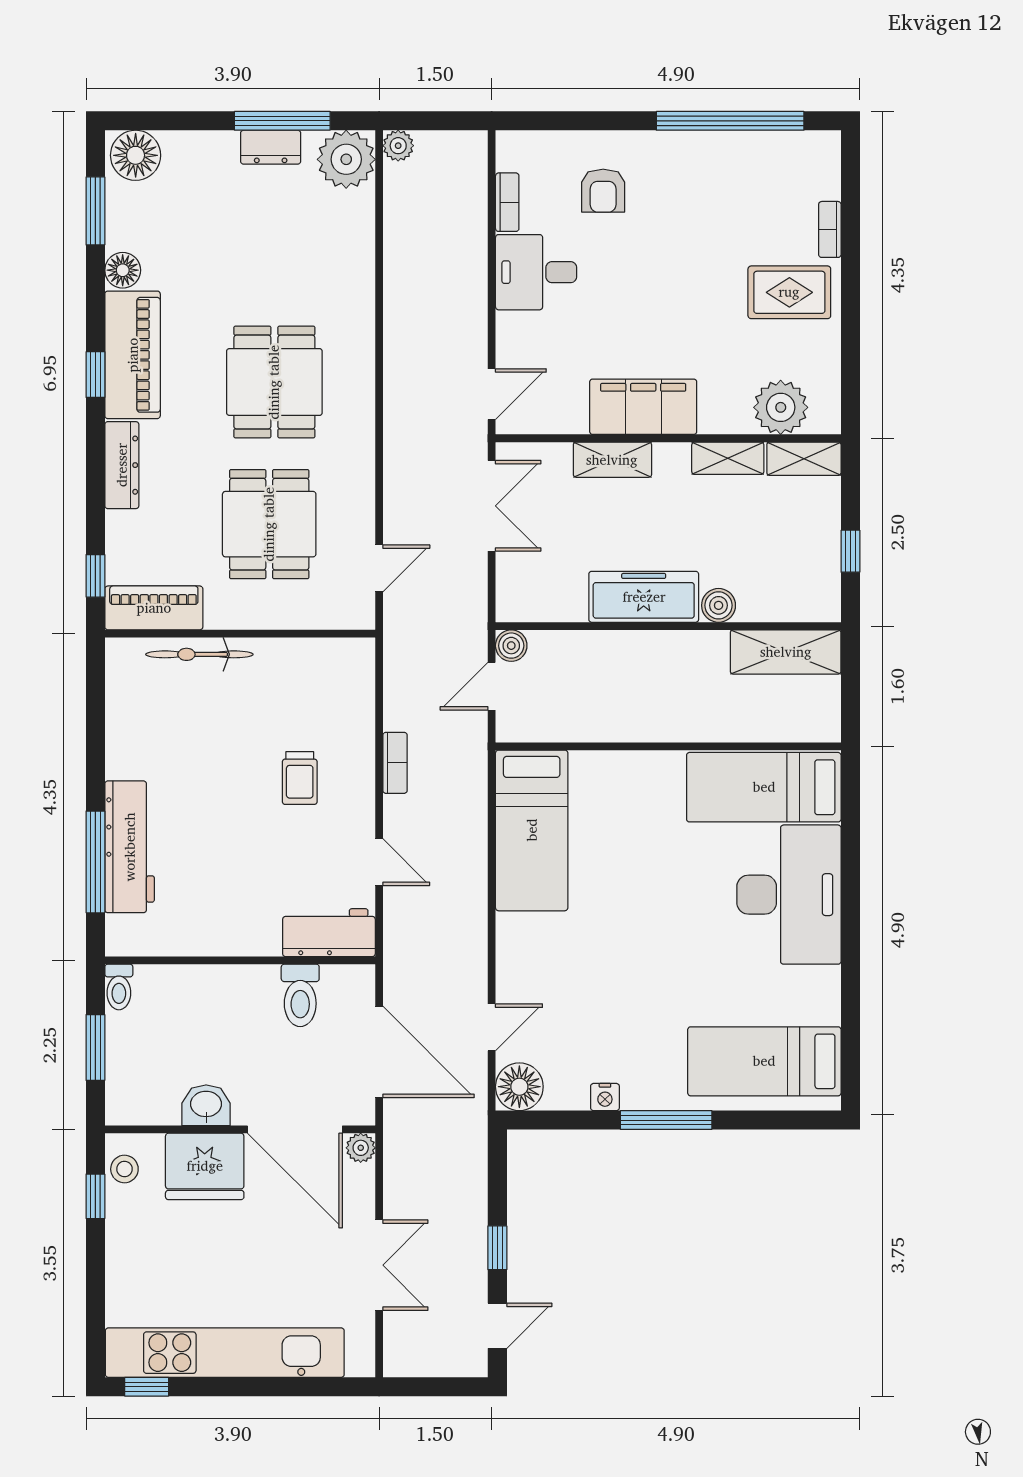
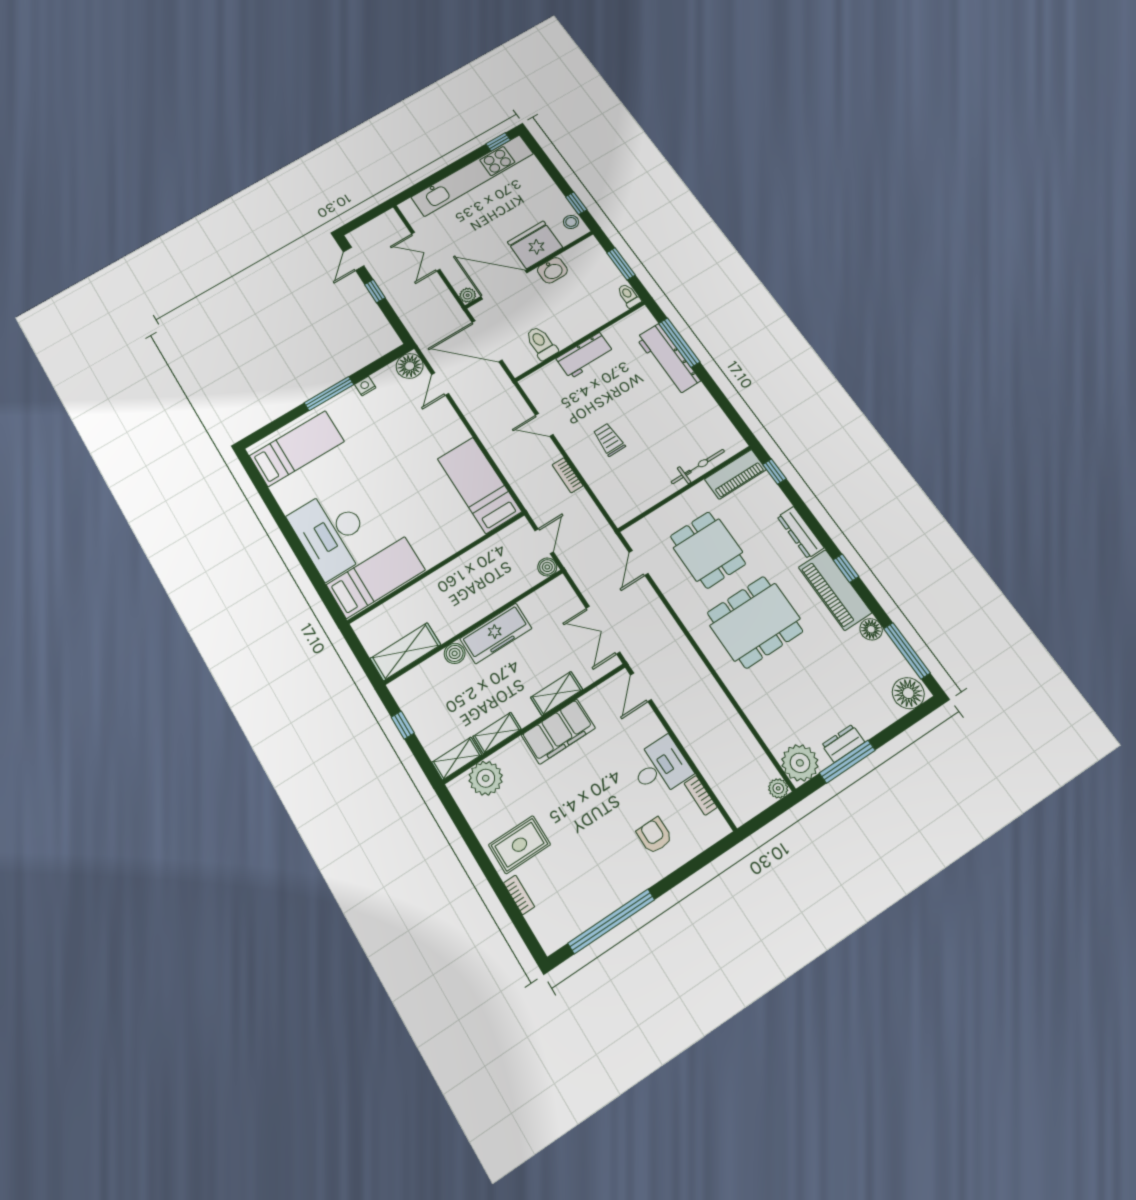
window: (95, 211) -> (907, 651), width x1.44
dining table: (274, 382) -> (755, 622), width x1.38
workbench: (329, 933) -> (585, 356), moved

